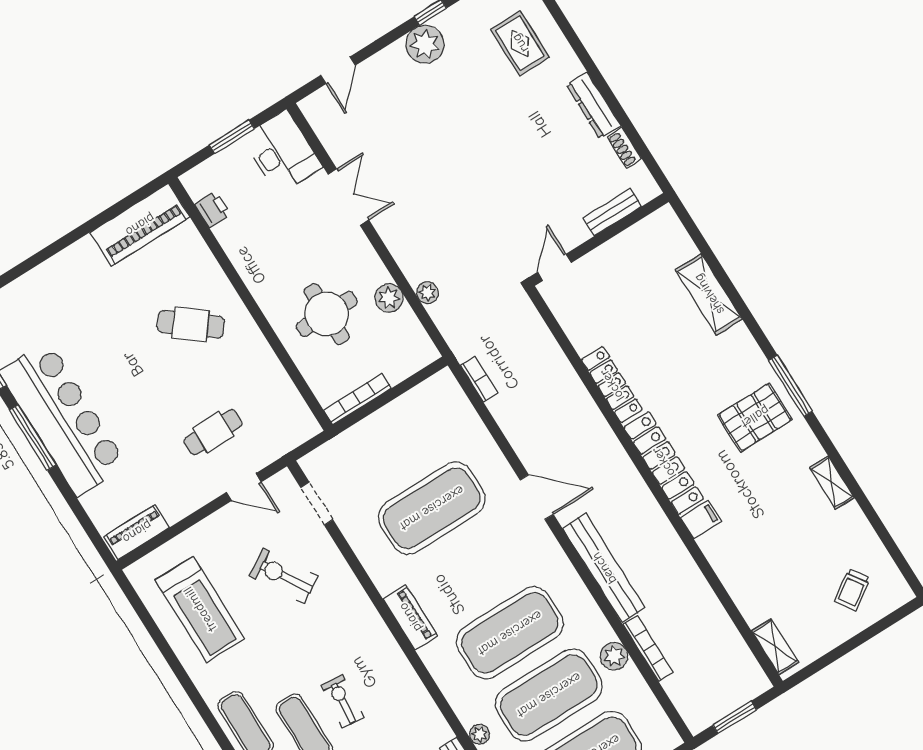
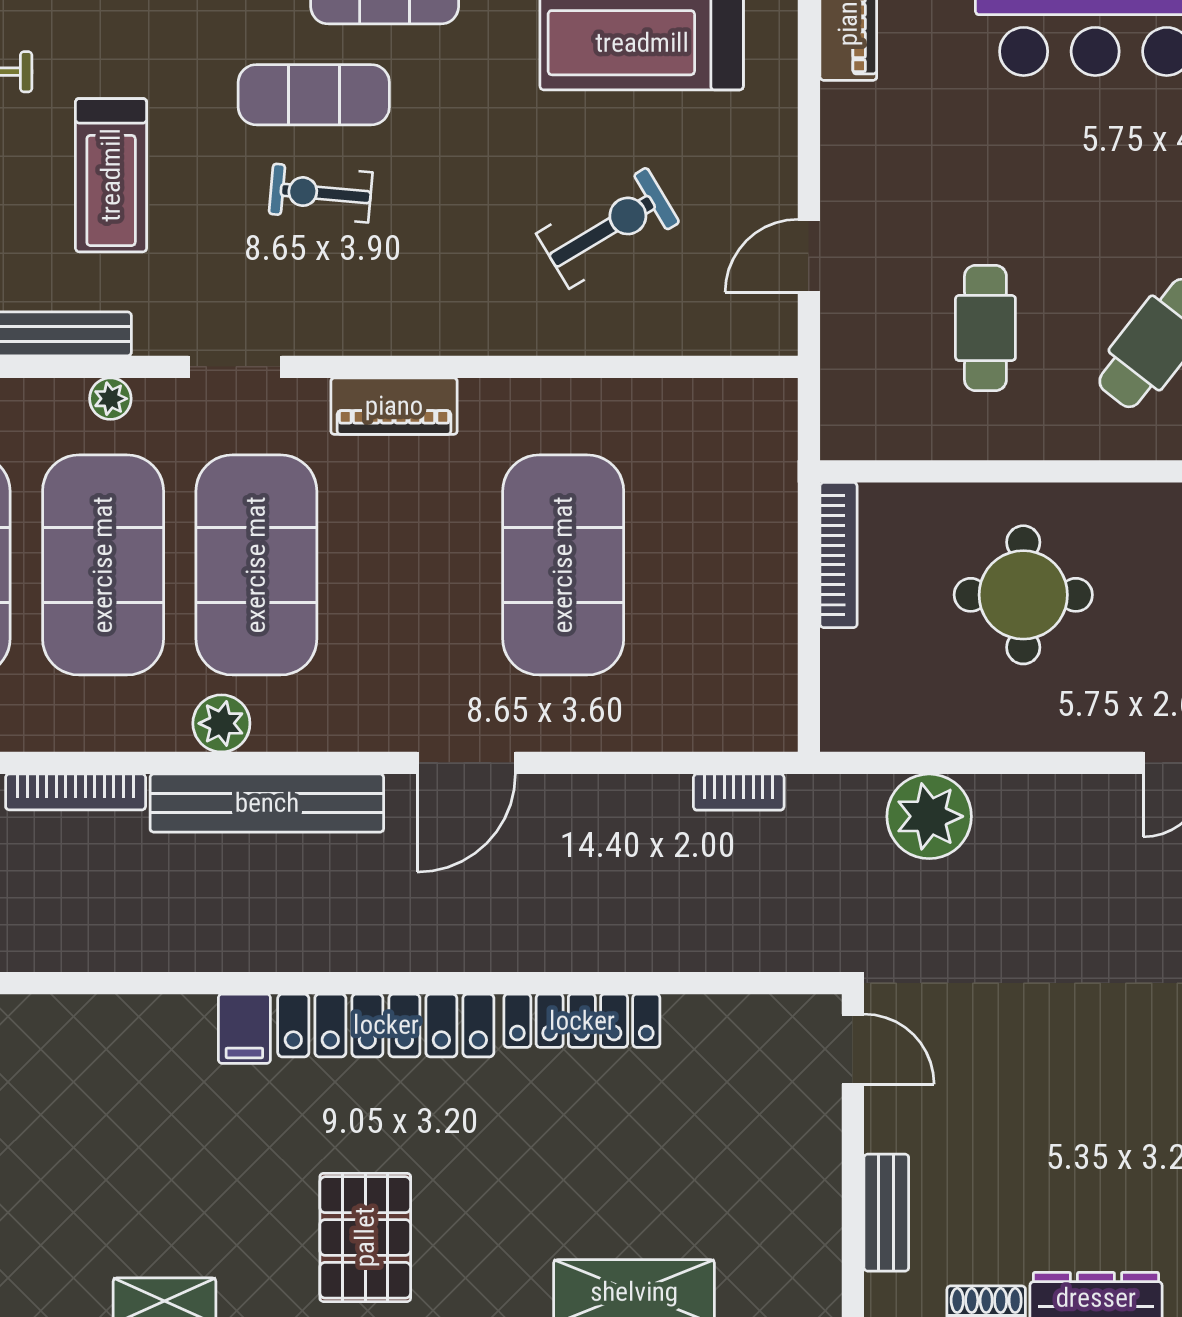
plant: (427, 293) -> (929, 816), width x1.87, depth x1.87
plant: (389, 298) -> (982, 723), removed
cafe table: (213, 432) -> (985, 328), moved
doorway: (317, 504) -> (235, 367), moved
plant: (614, 656) -> (221, 723), moved
exercise bike: (342, 701) -> (321, 193), turned 180

